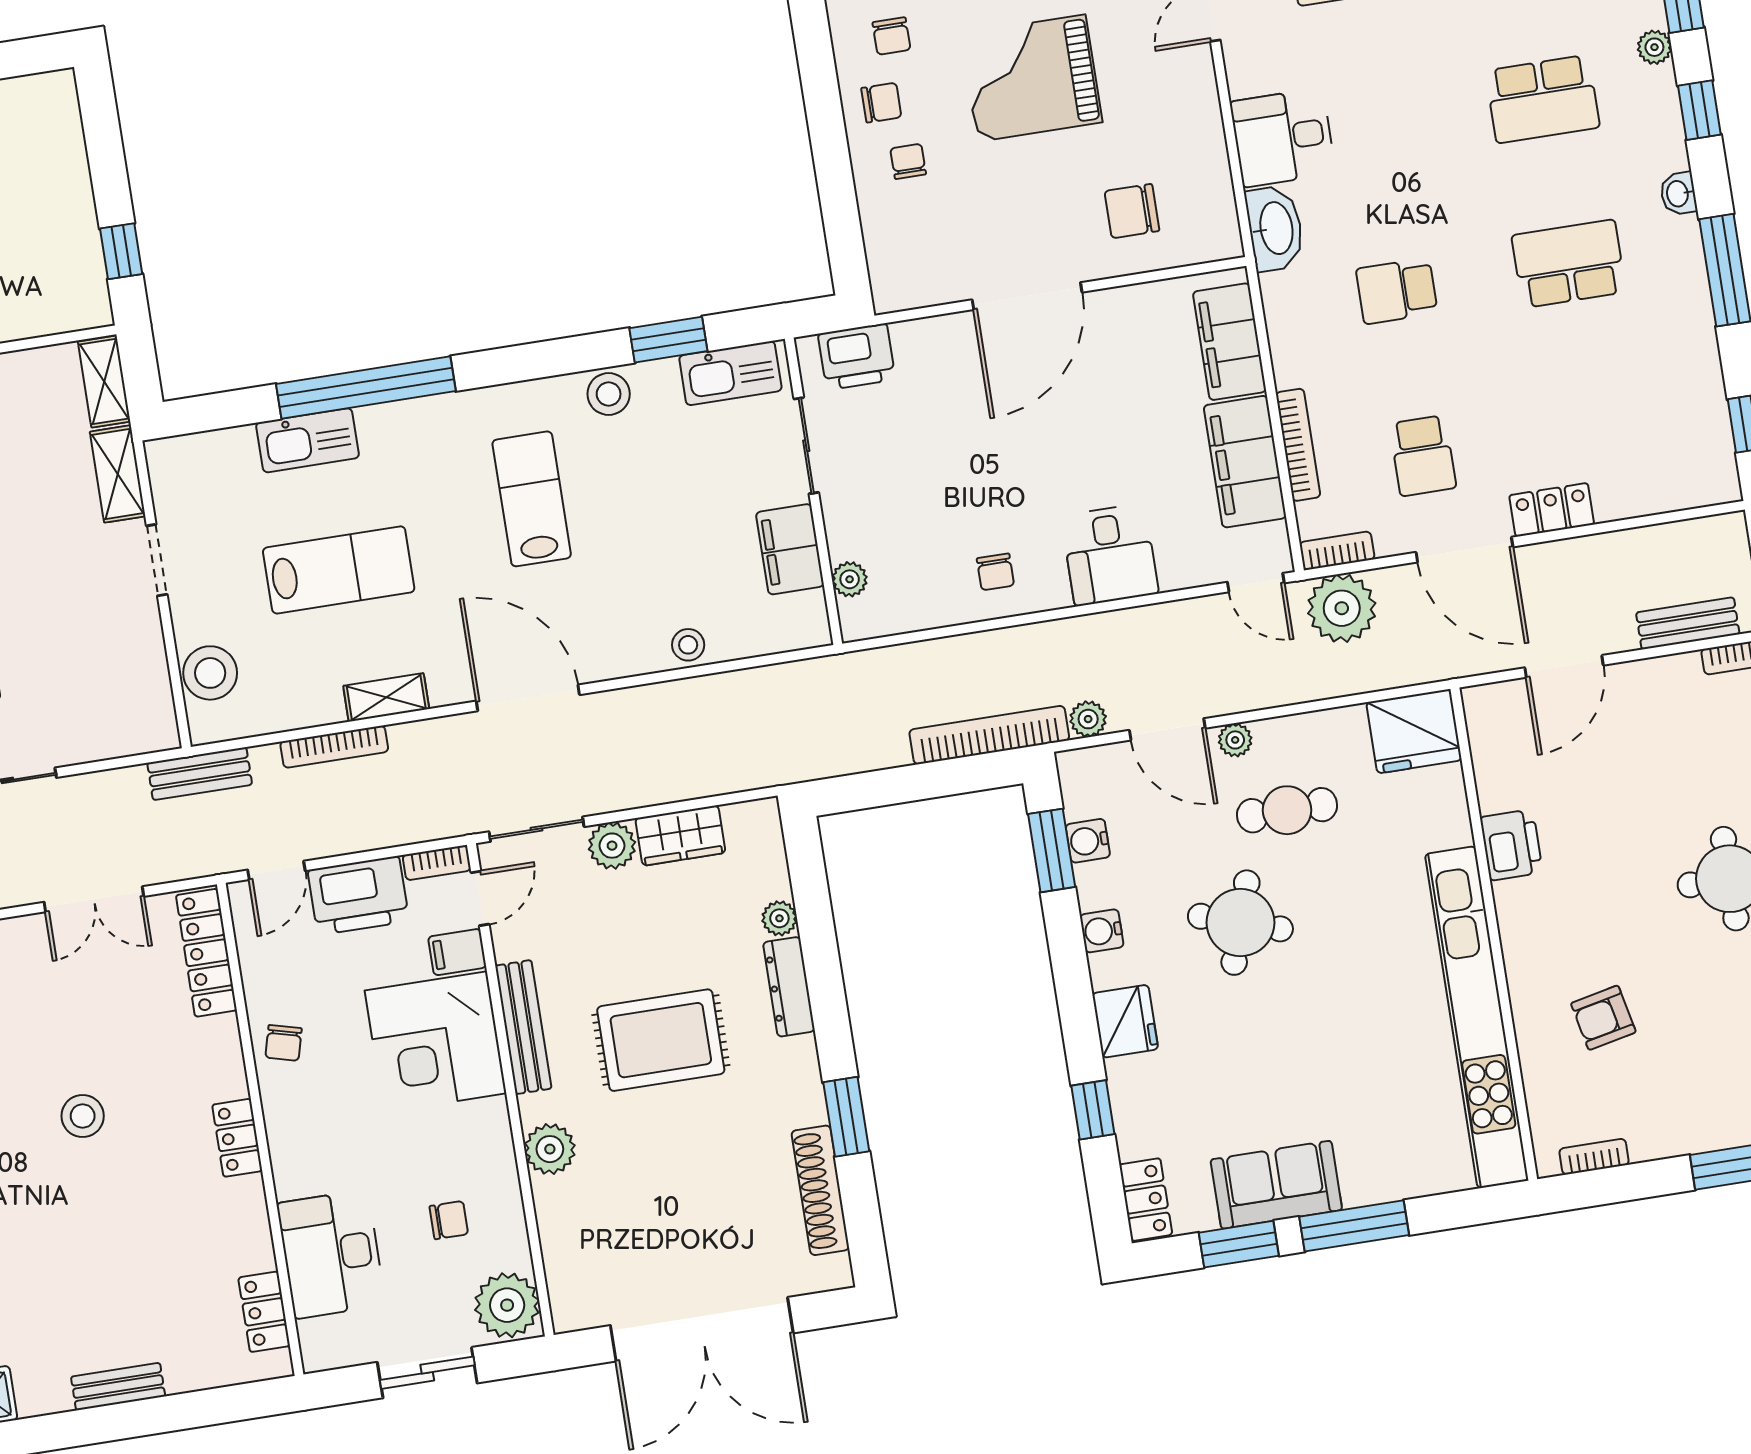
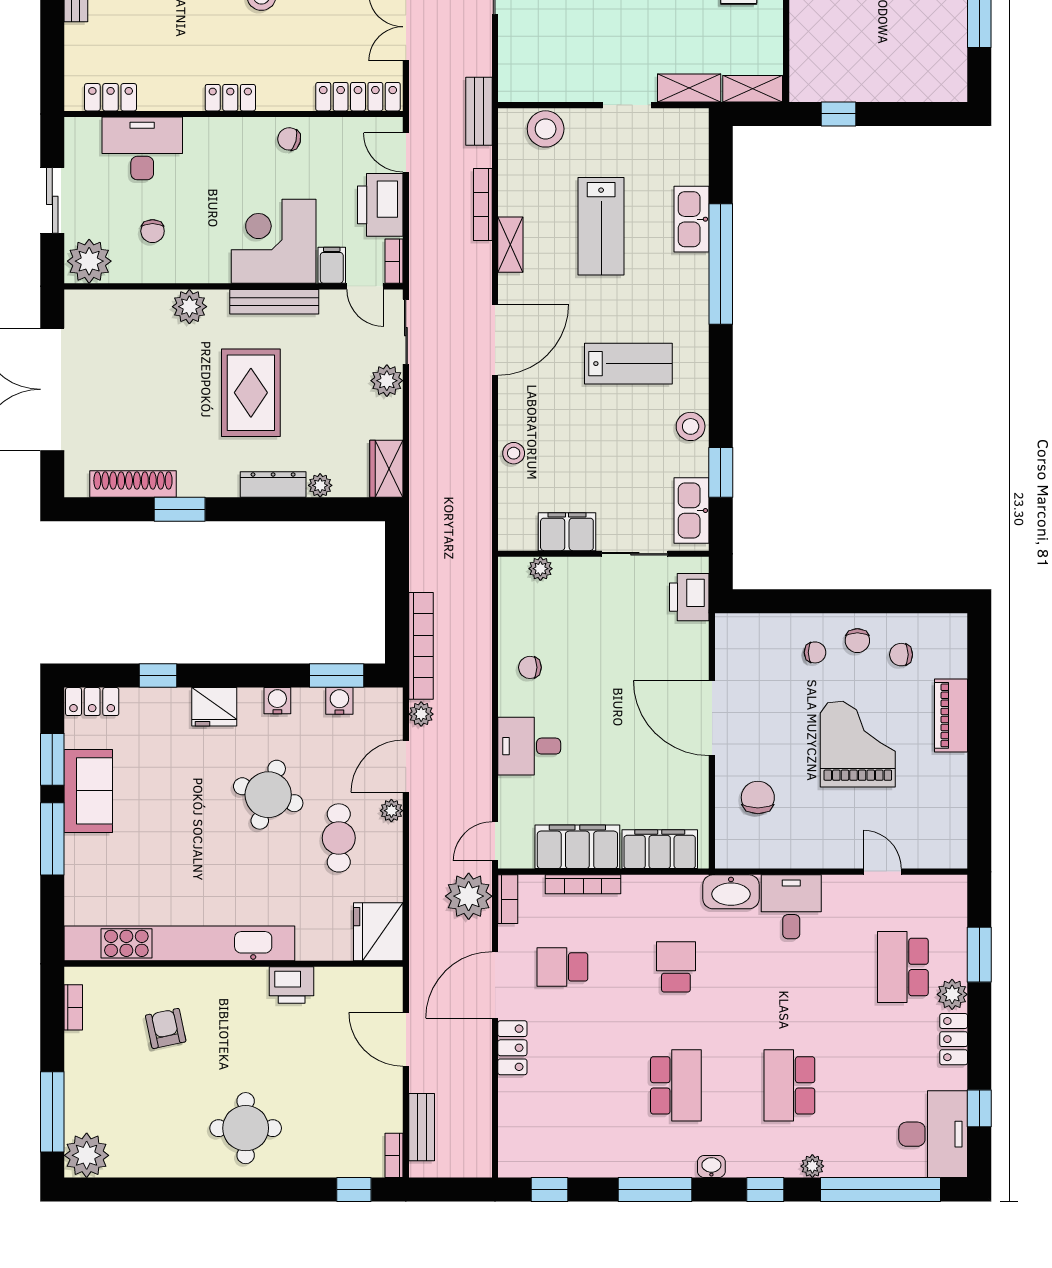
wardrobe: (680, 835) -> (386, 469), moved

